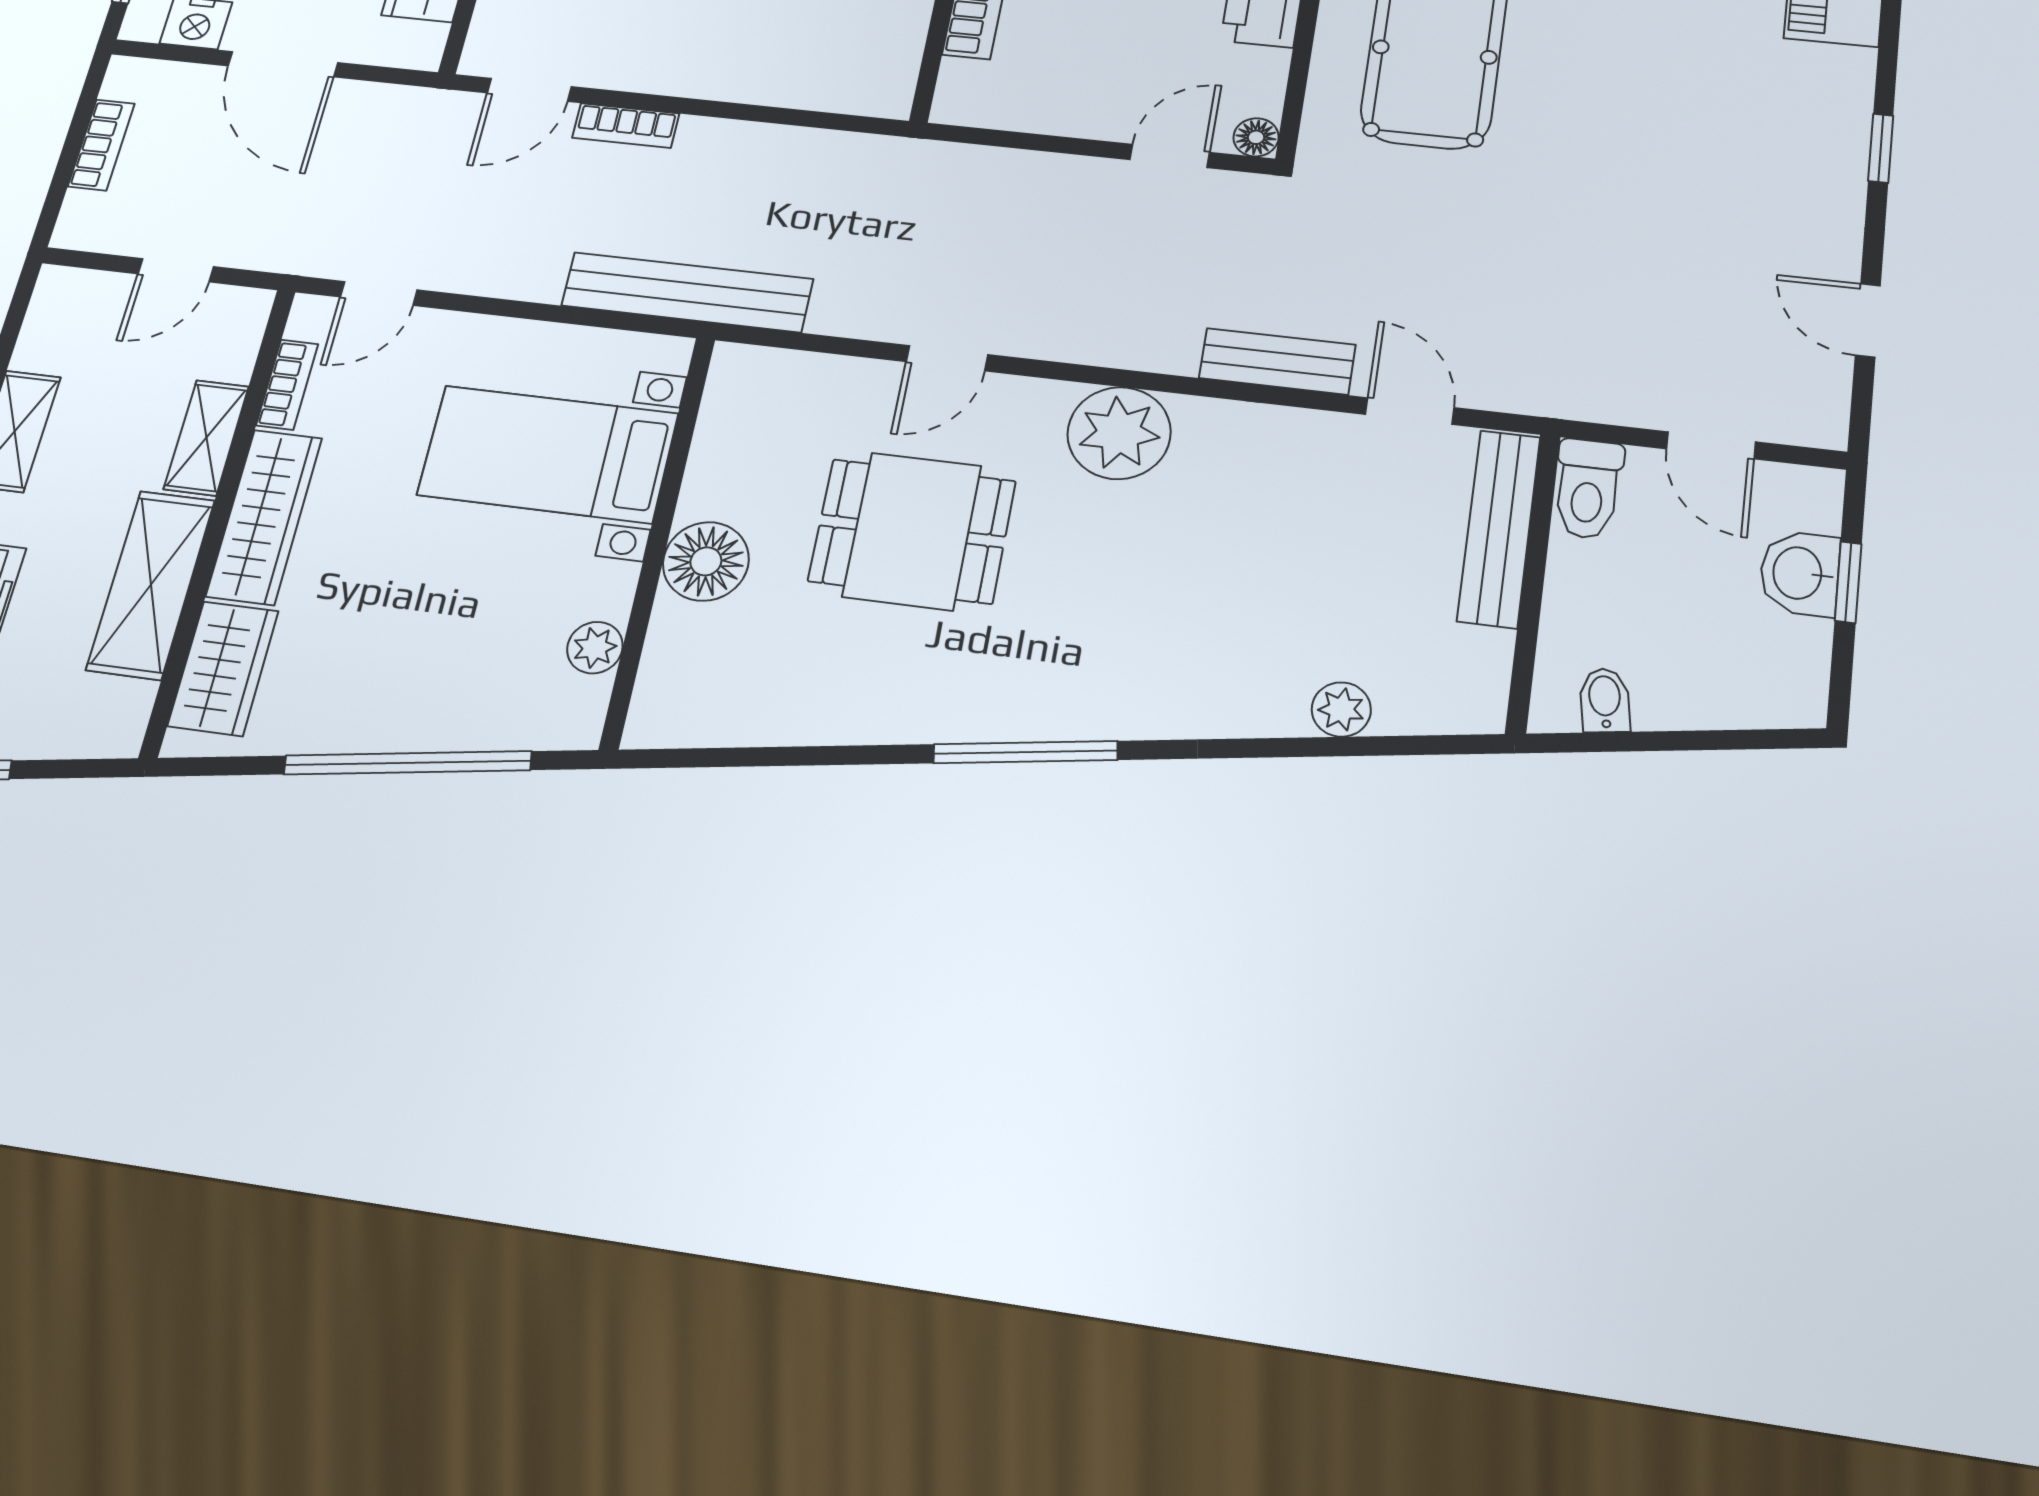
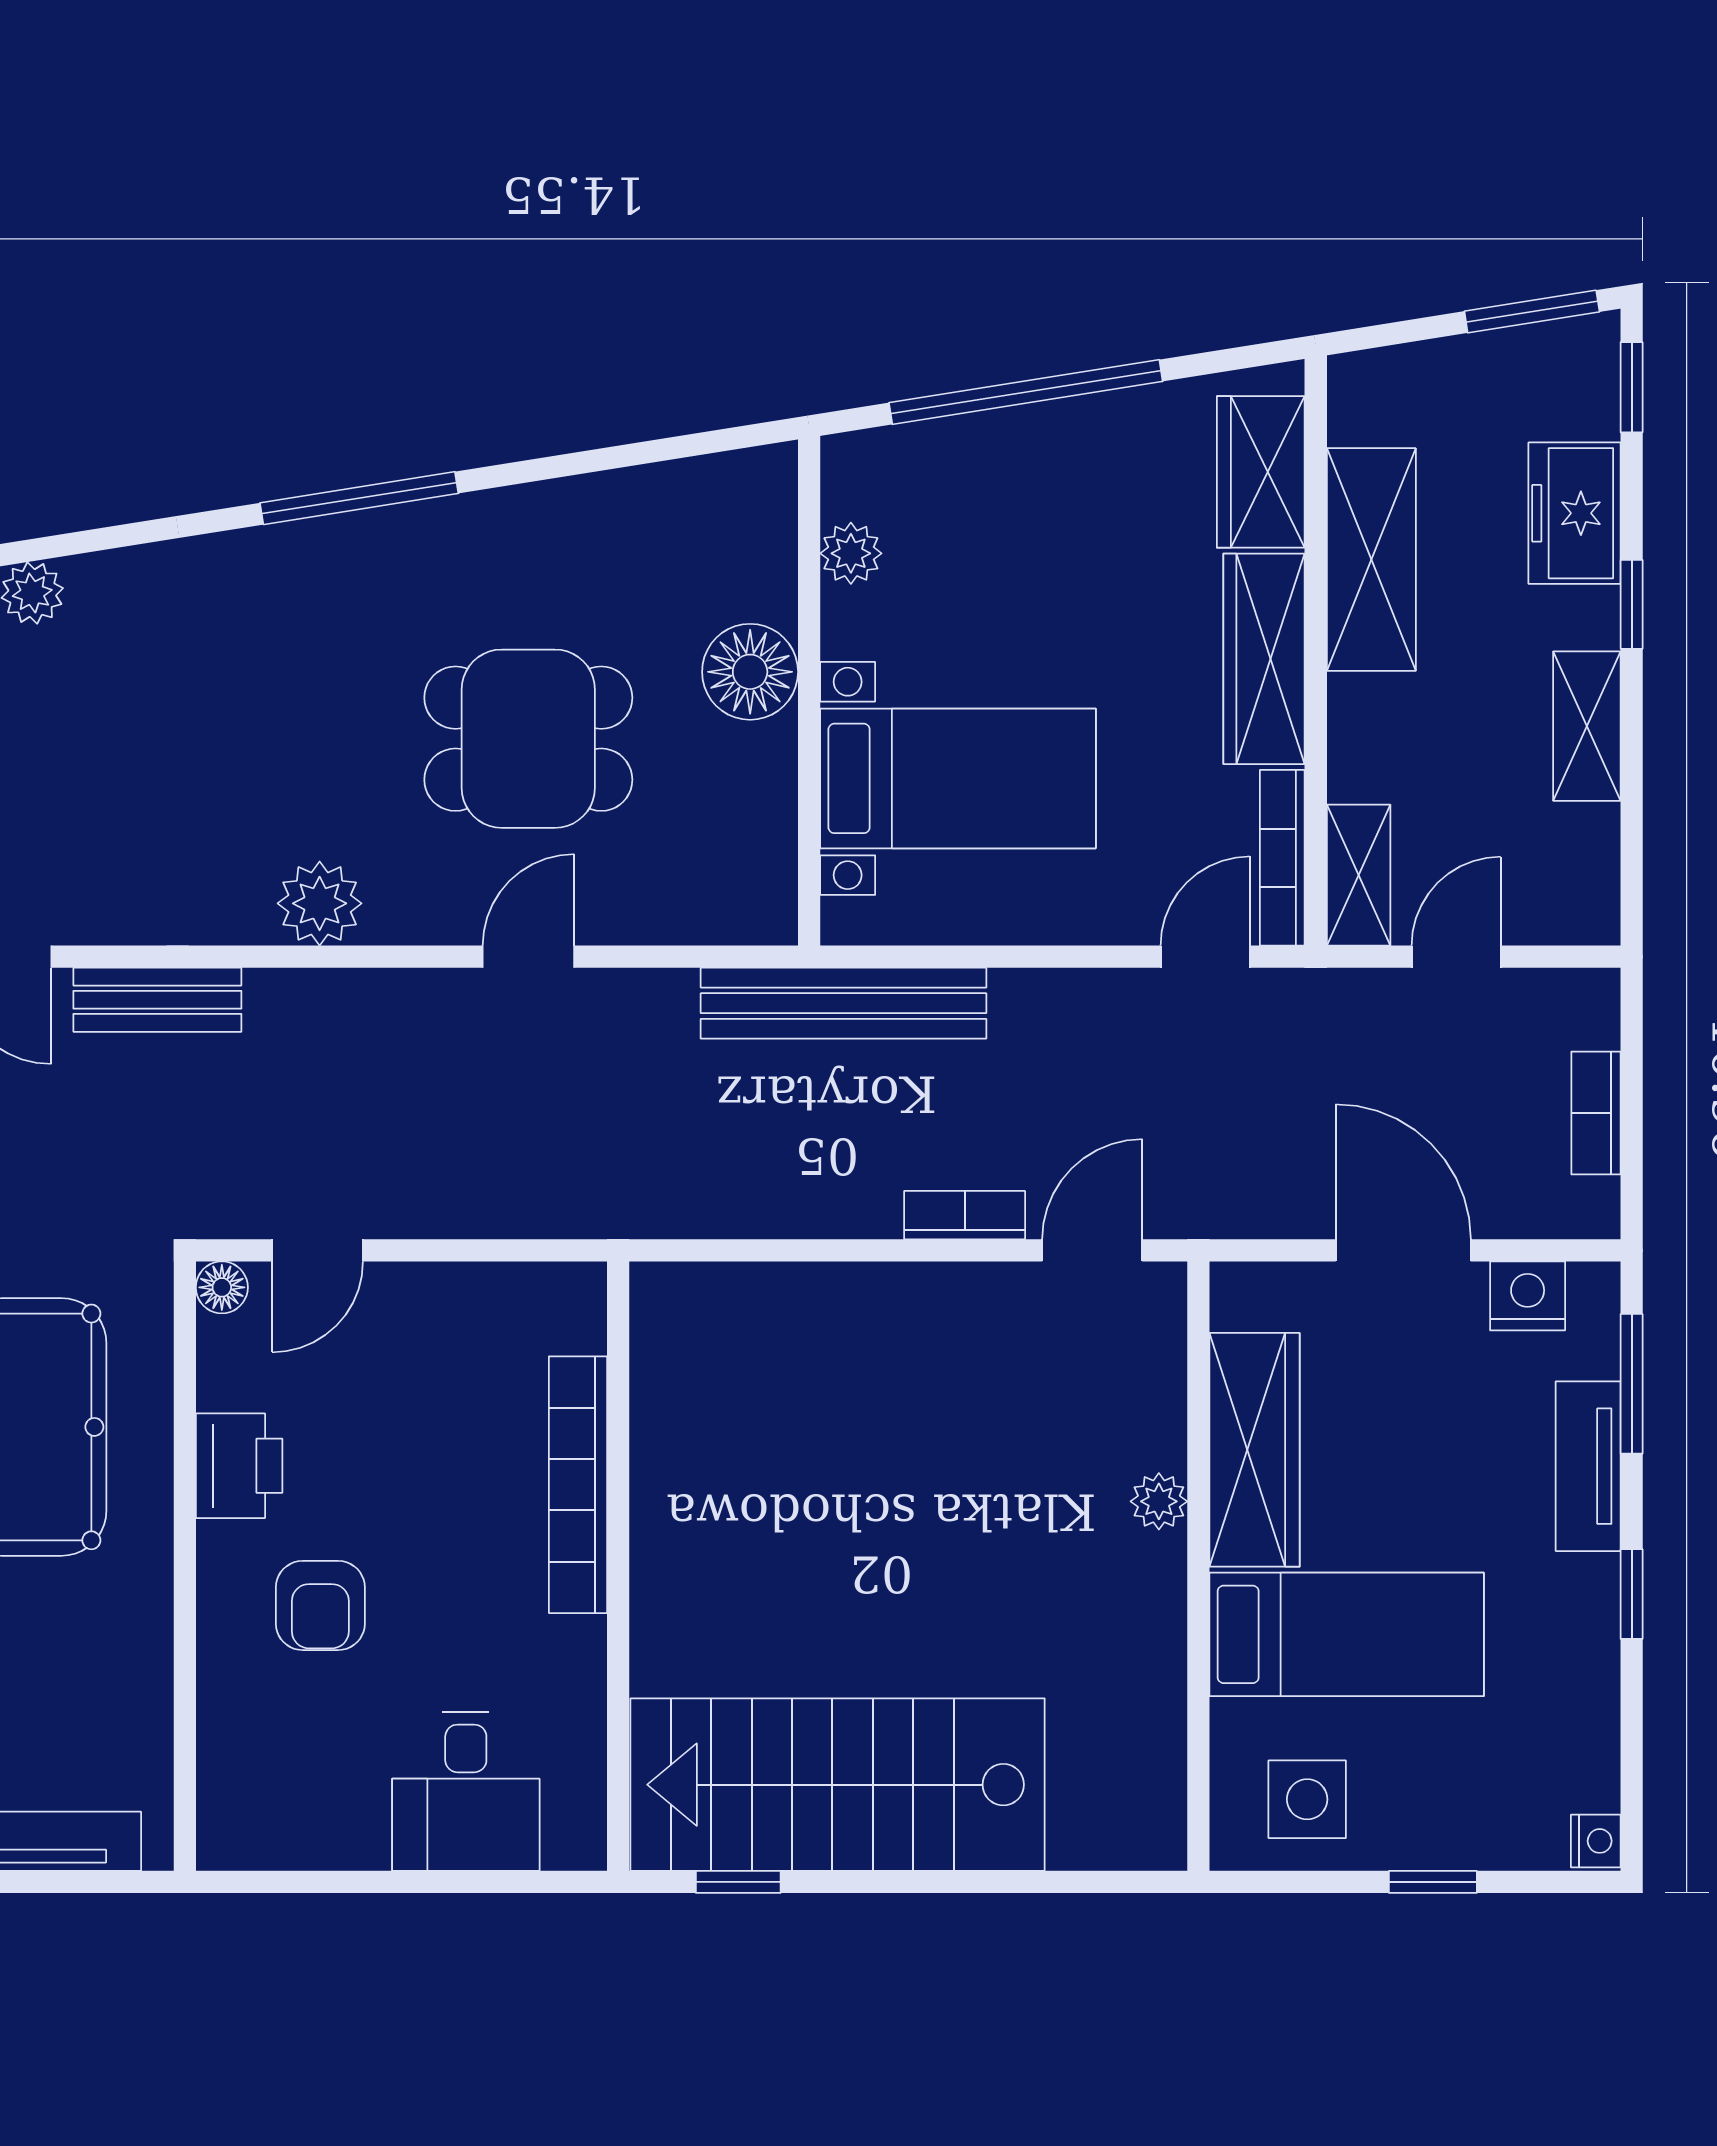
bookcase: (287, 385) -> (1282, 858), width x1.56
plant: (1119, 433) -> (320, 903), width x0.73, depth x0.73
shelving: (206, 438) -> (1359, 875), moved

